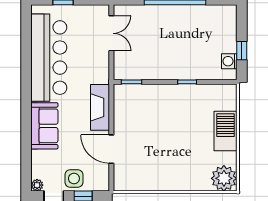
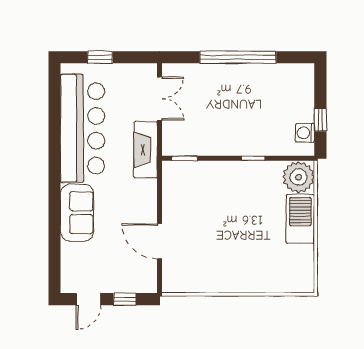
fireplace: (100, 107) -> (146, 150), moved
side table: (74, 178) -> (113, 278), removed
plant: (224, 178) -> (299, 177), moved
plant: (37, 185) -> (68, 286), removed

